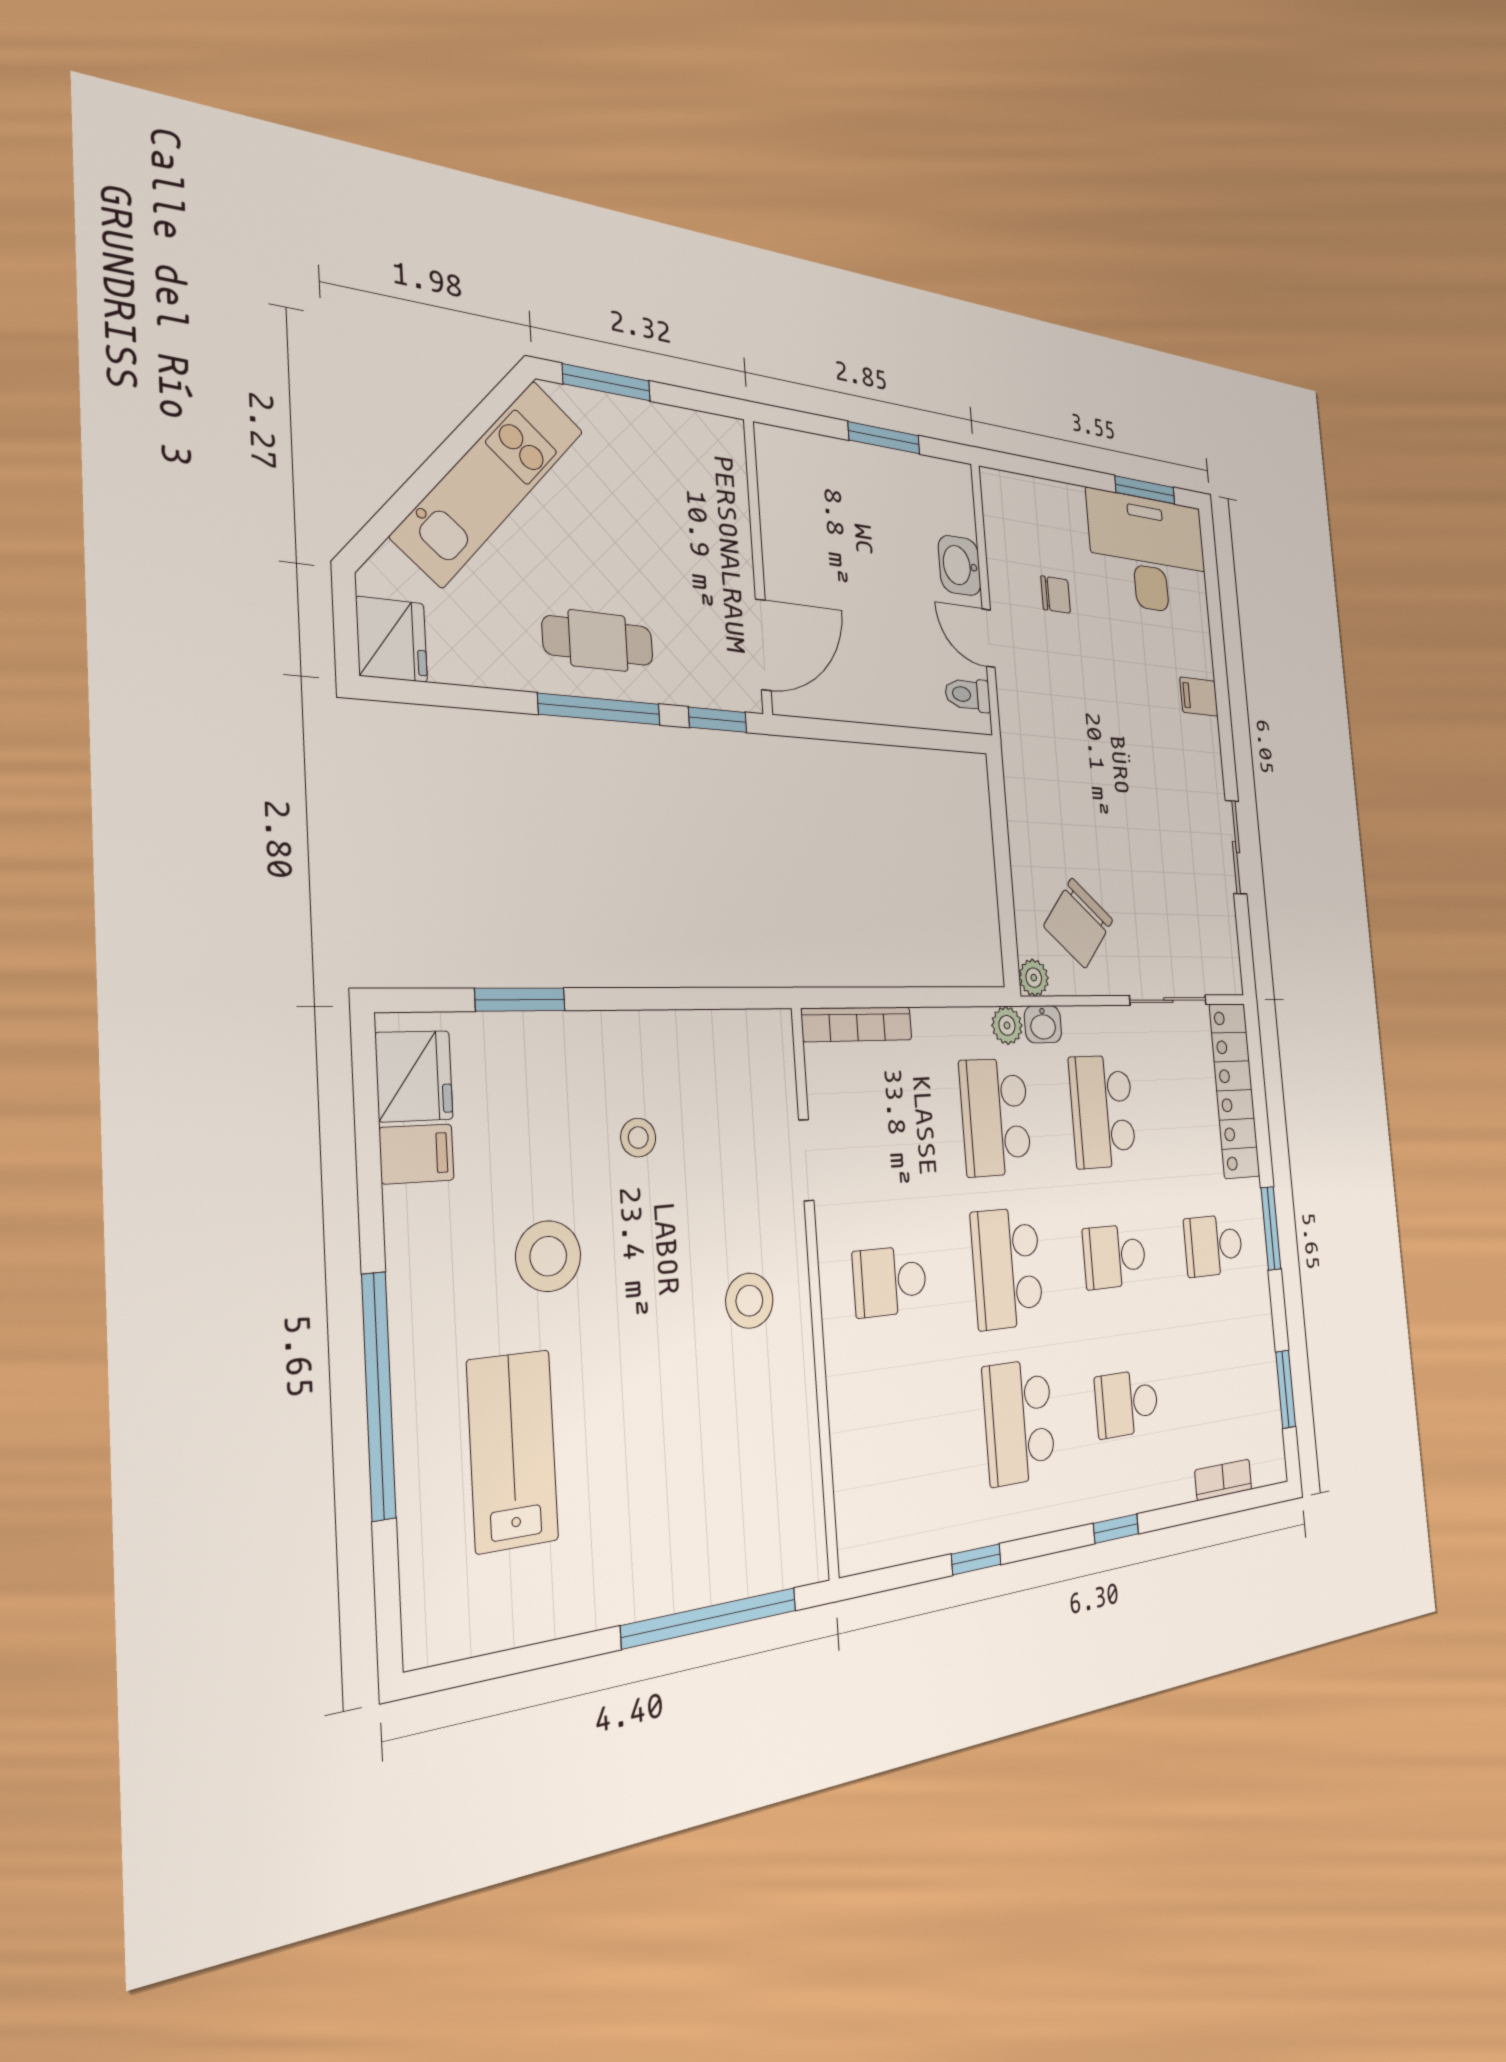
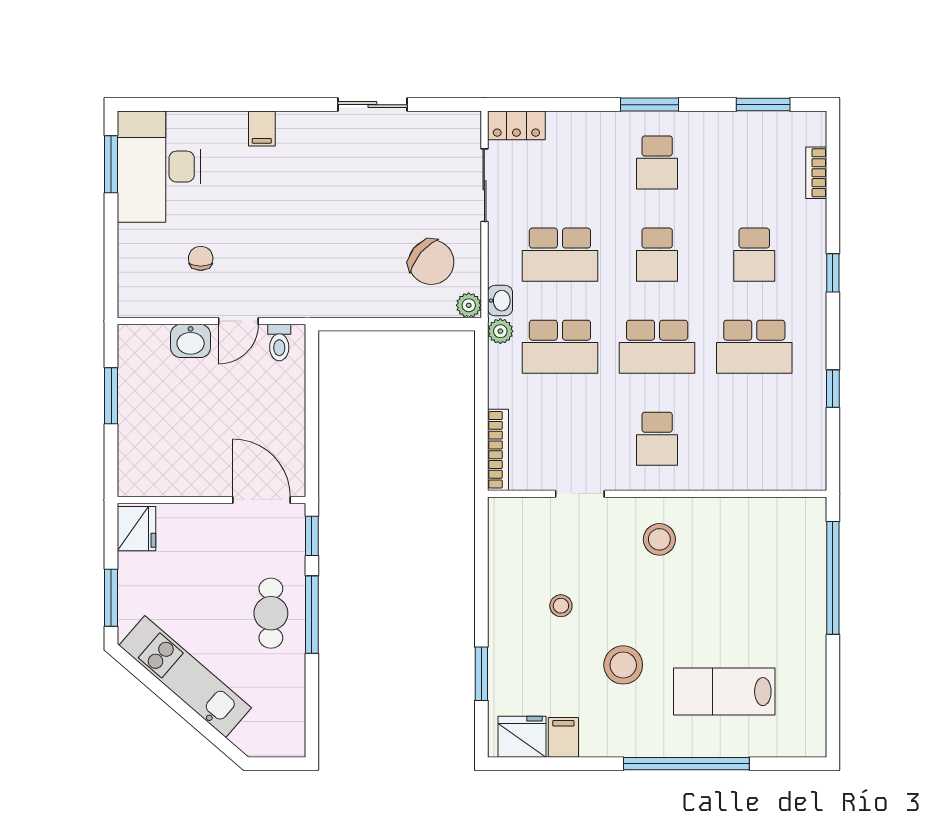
fridge: (392, 639) -> (136, 529), moved, turned 90
locker: (1235, 1090) -> (516, 125), width x0.46, depth x0.83

